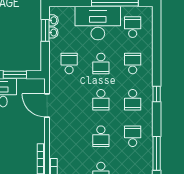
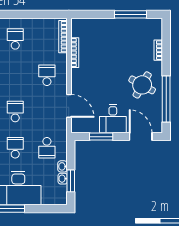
washbasin: (53, 20) -> (63, 166), moved
school desk: (101, 136) -> (47, 75), moved

